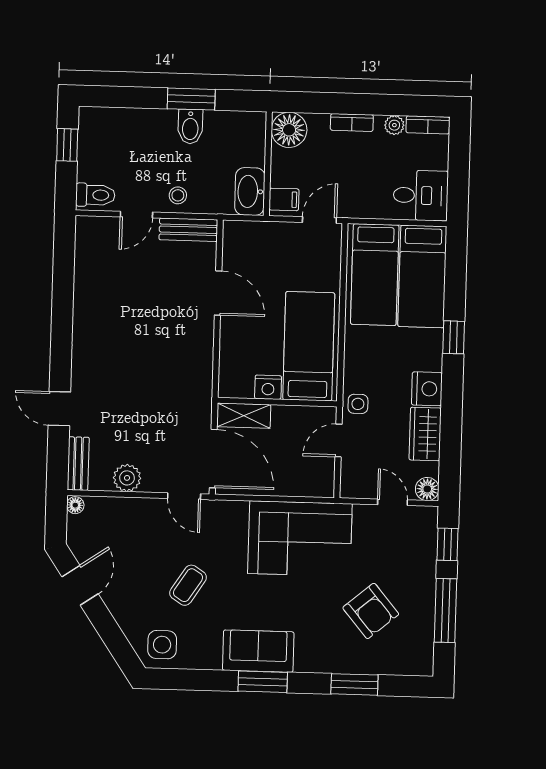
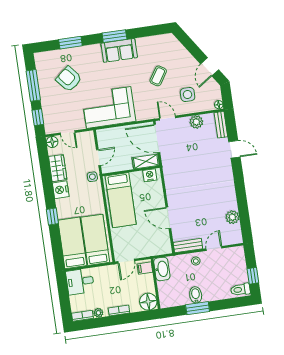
toilet: (95, 195) -> (240, 290), moved
plant: (88, 272) -> (232, 217), added
nightstand: (268, 387) -> (150, 175), moved
side table: (162, 645) -> (188, 95), moved

